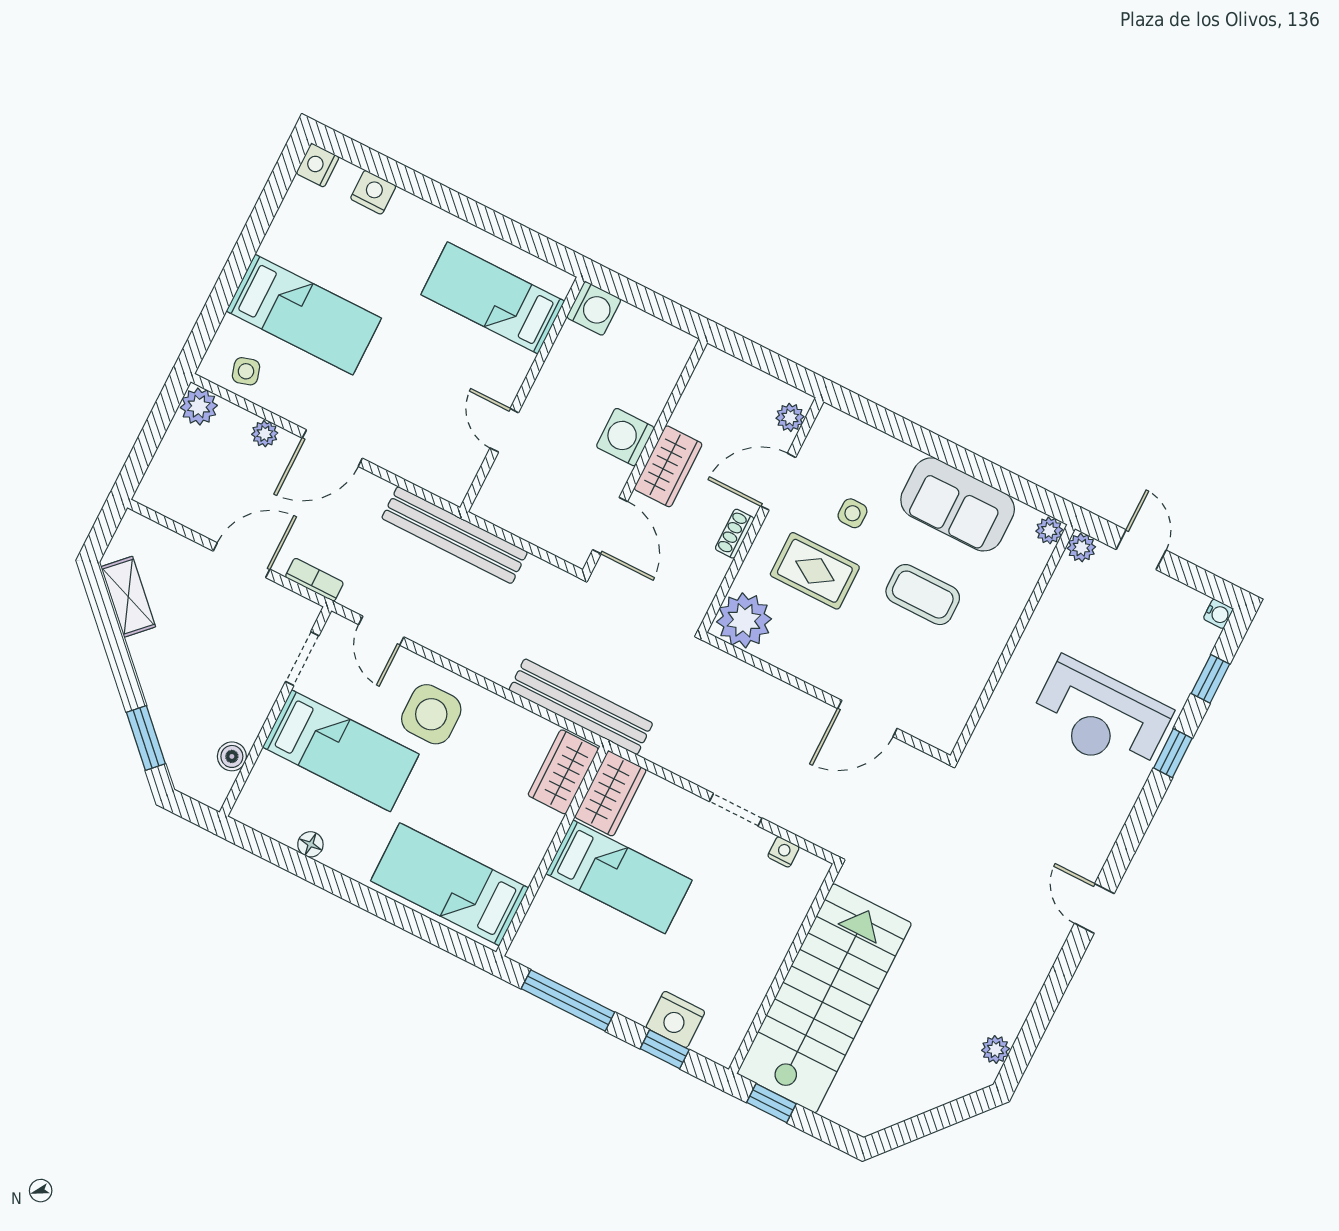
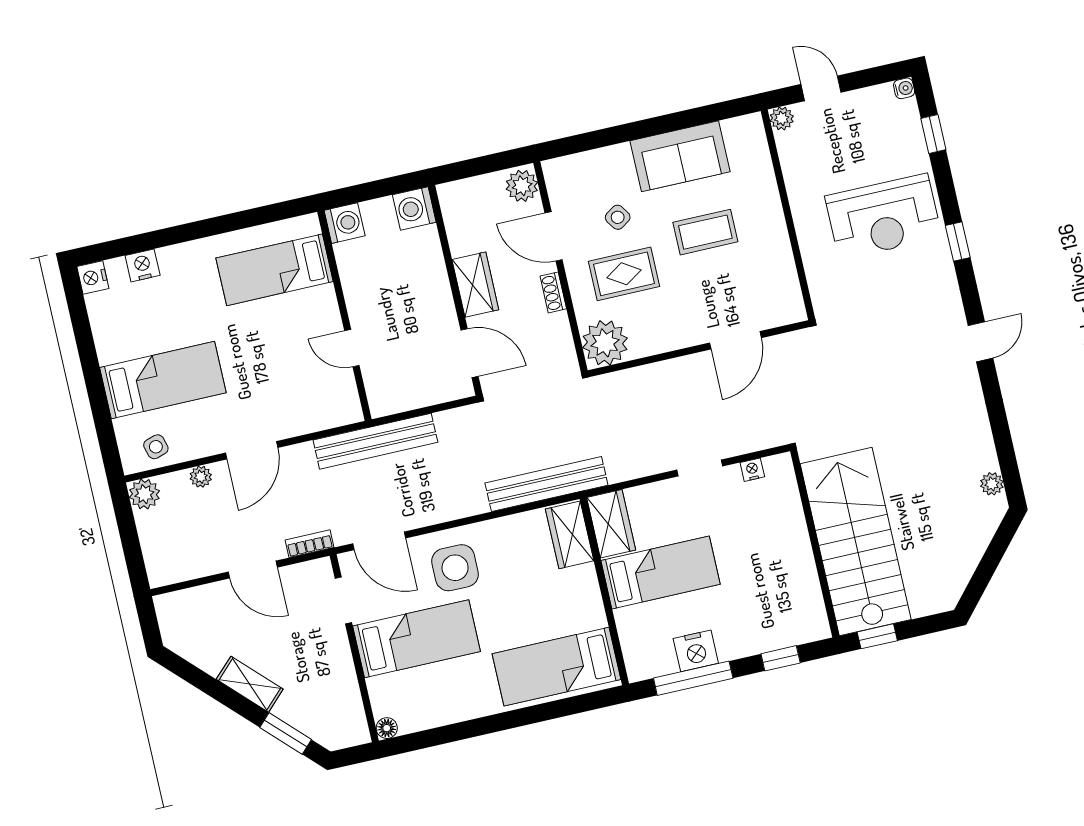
plant: (790, 417) -> (522, 186), width x1.38, depth x1.38
washing machine: (625, 437) -> (414, 208), moved
door: (778, 482) -> (554, 236), hinge flipped
side table: (852, 513) -> (618, 217), turned -34
plant: (1049, 530) -> (752, 124), removed
door: (242, 560) -> (253, 570), swing flipped
shelving: (128, 597) -> (250, 684), moved
door: (381, 631) -> (379, 541), width x1.38
window: (1173, 753) -> (958, 242), moved
boiler: (232, 756) -> (350, 700), removed
floor lamp: (310, 844) -> (387, 728), moved
door: (1094, 908) -> (981, 342), swing flipped
nightstand: (675, 1019) -> (696, 651), moved

